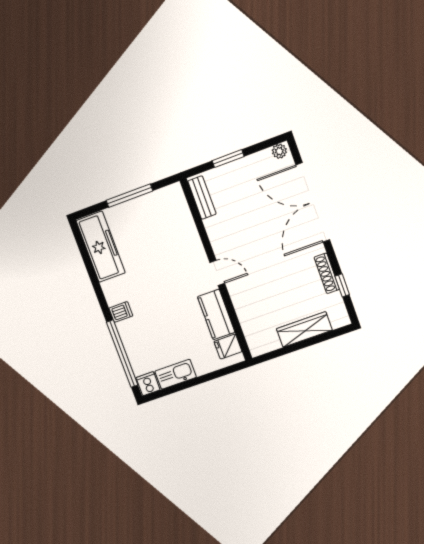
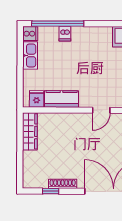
door: (217, 273) -> (101, 110), moved
dishwasher: (121, 312) -> (65, 34), moved
wardrobe: (304, 329) -> (30, 131), moved

